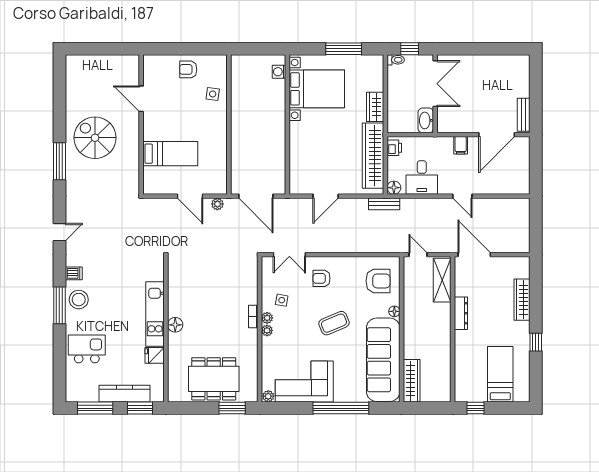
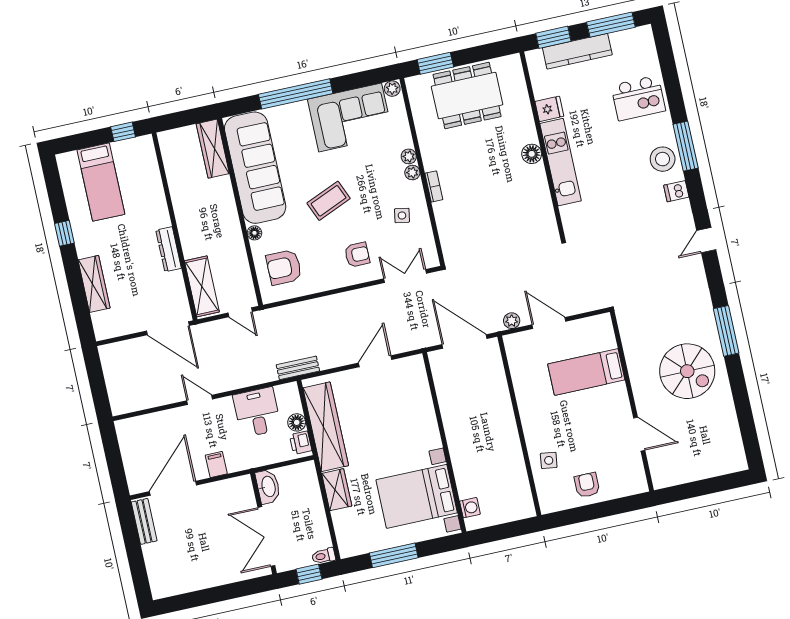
armchair: (188, 69) -> (587, 485), turned -90
floor lamp: (394, 188) -> (297, 422), moved
plant: (267, 318) -> (409, 156), moved

